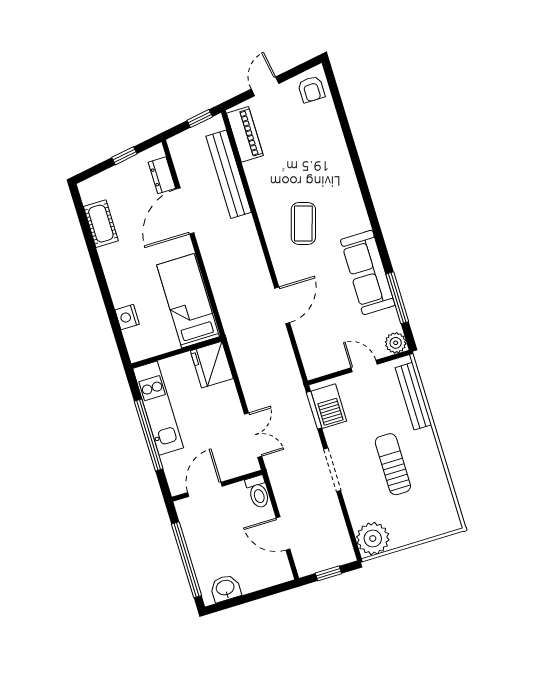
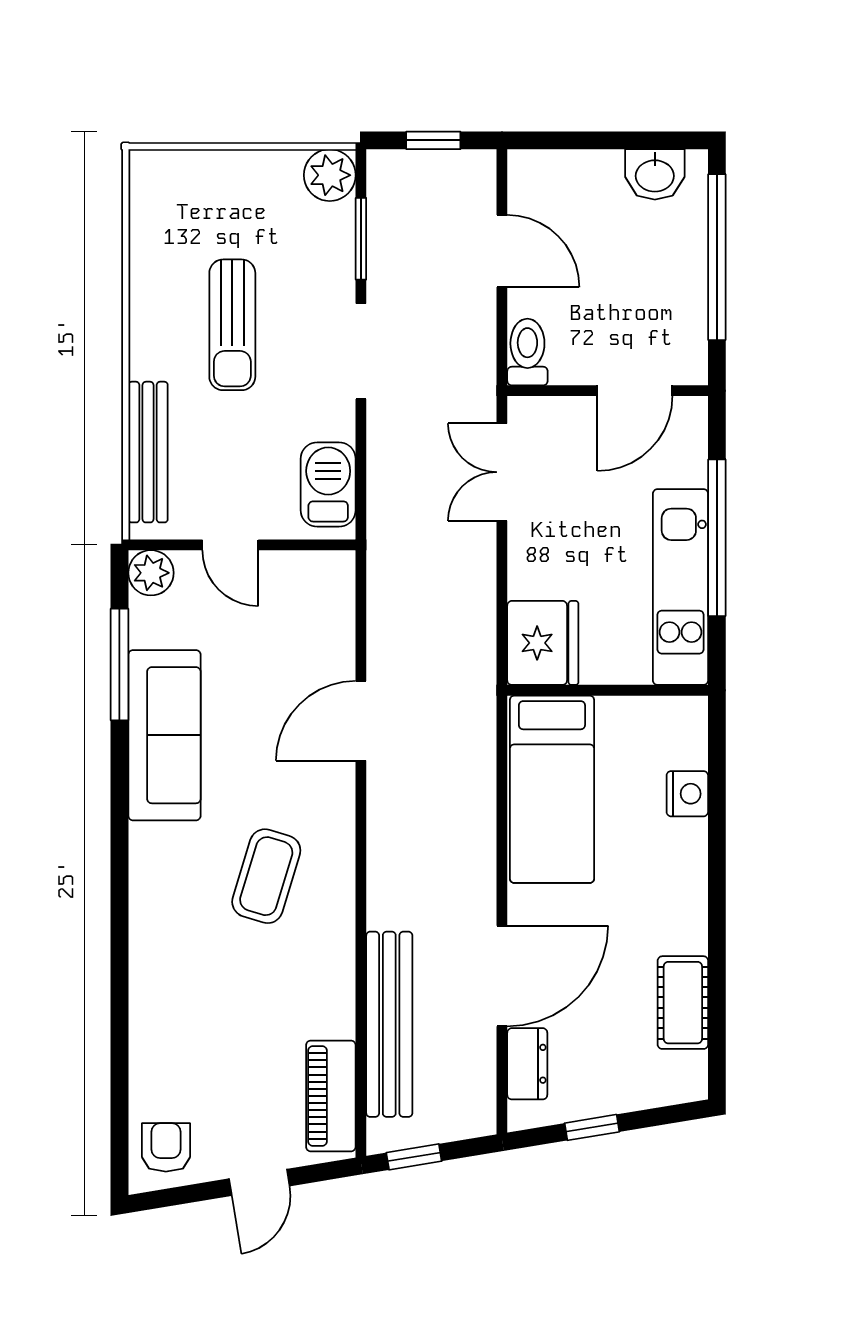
window: (314, 410) -> (361, 239), moved
plant: (373, 538) -> (330, 175), width x0.73, depth x0.73

